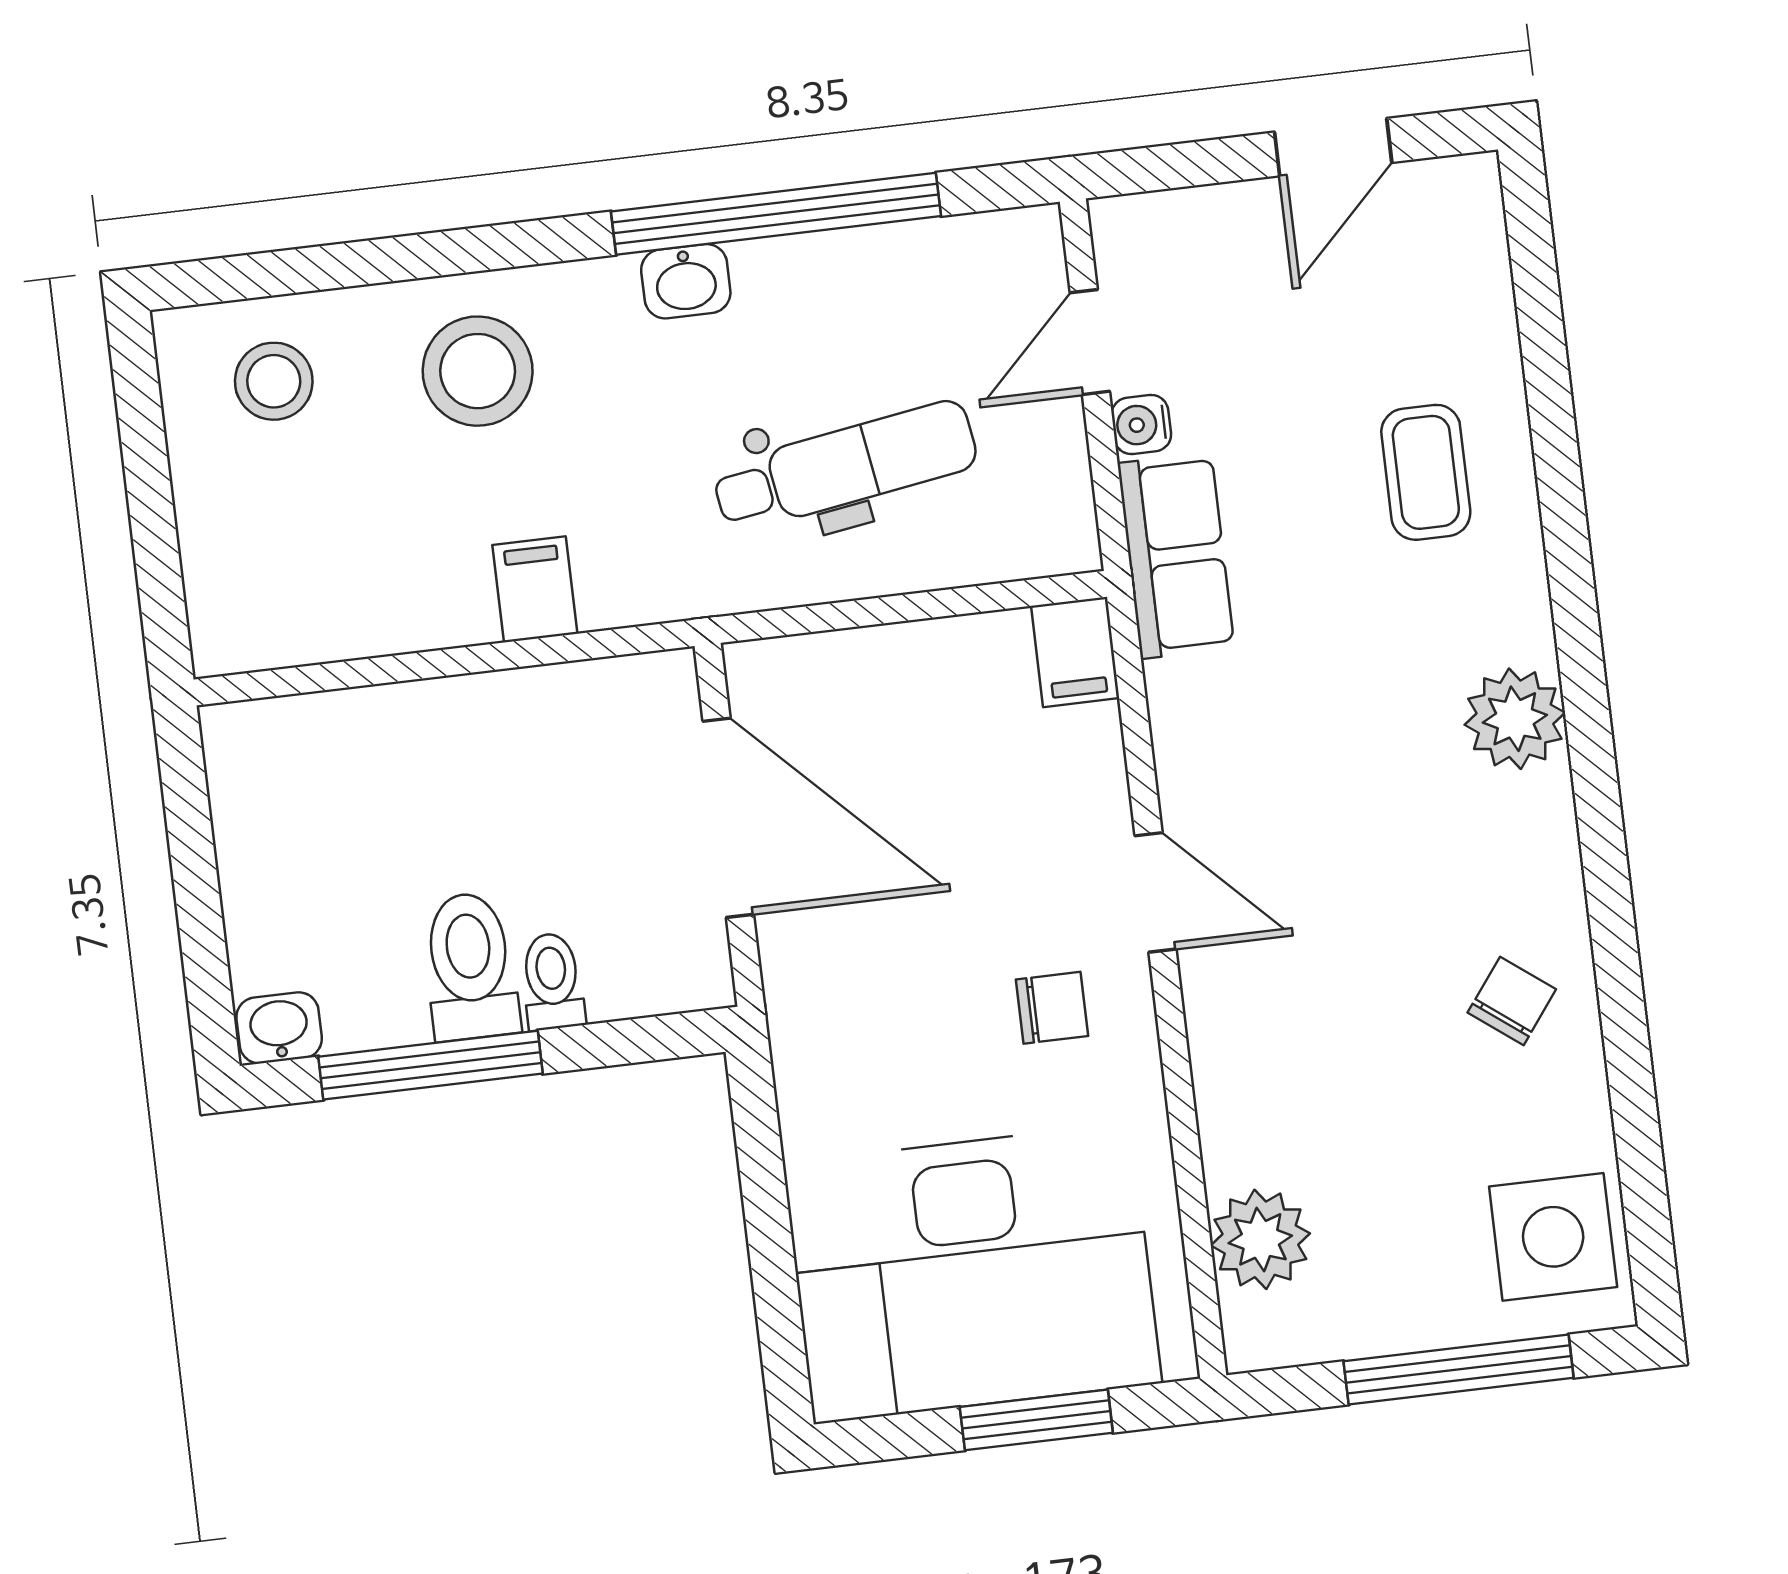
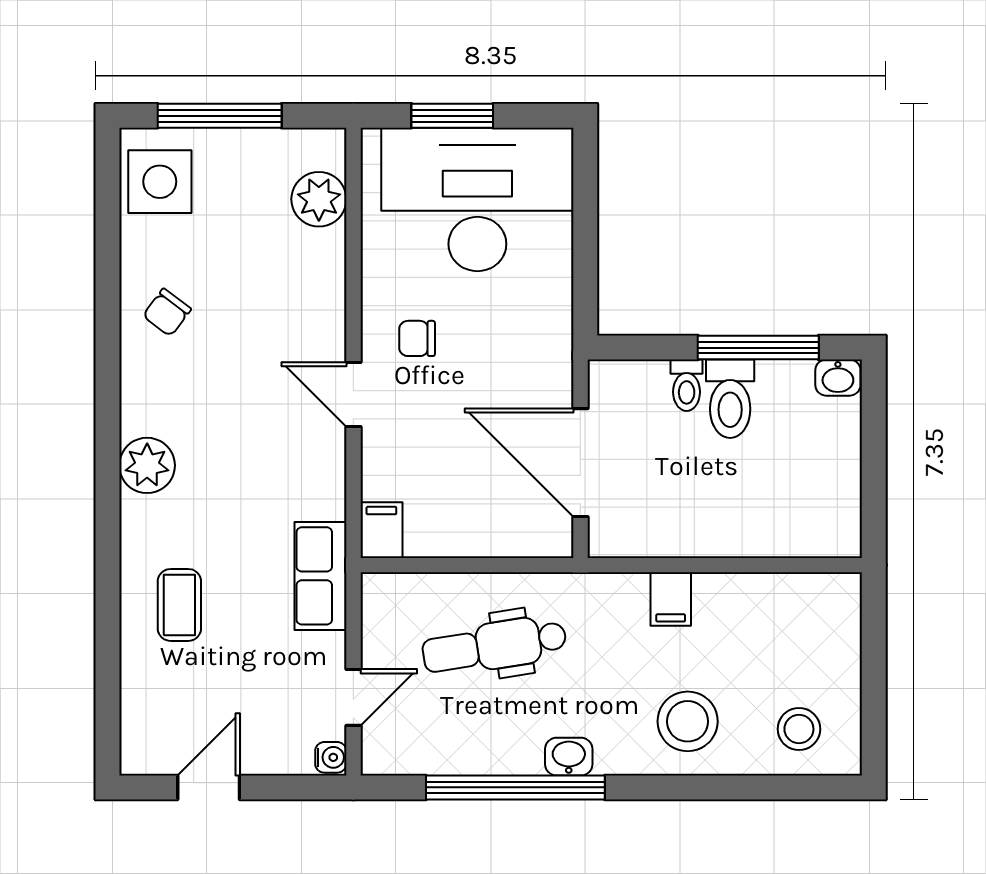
water cooler: (1141, 425) -> (331, 757), moved

